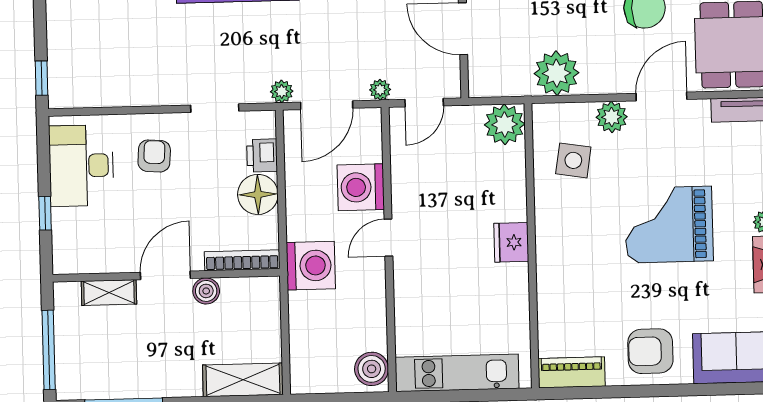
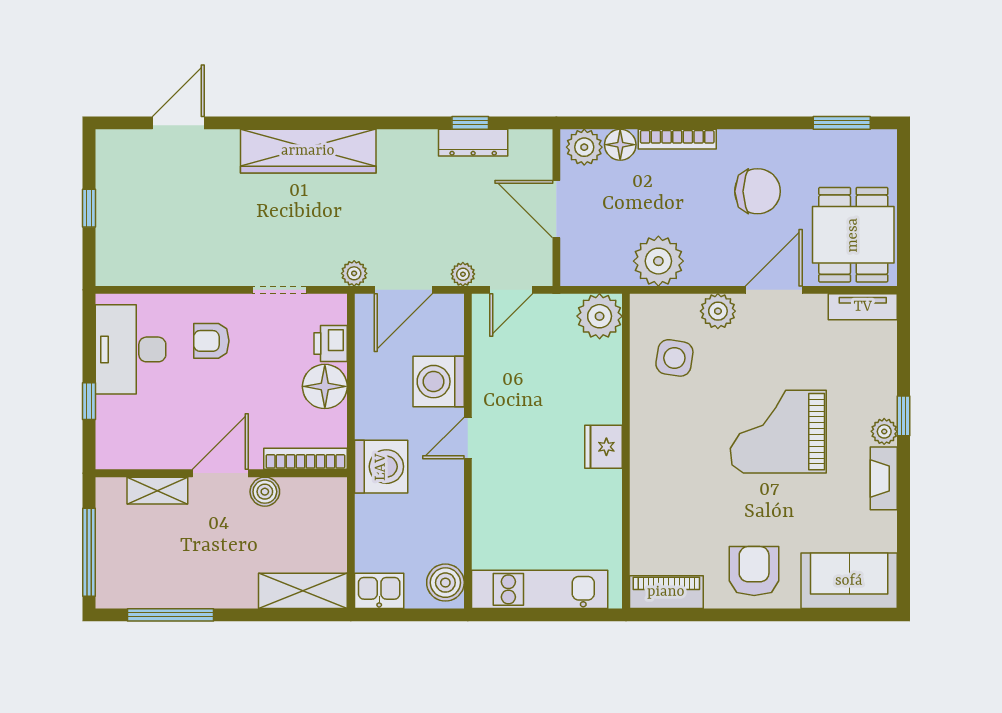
window: (42, 78) -> (89, 208), moved
armchair: (154, 156) -> (211, 341), turned -94
armchair: (650, 351) -> (754, 571), turned 90
kitchen sink: (312, 378) -> (379, 591), added

